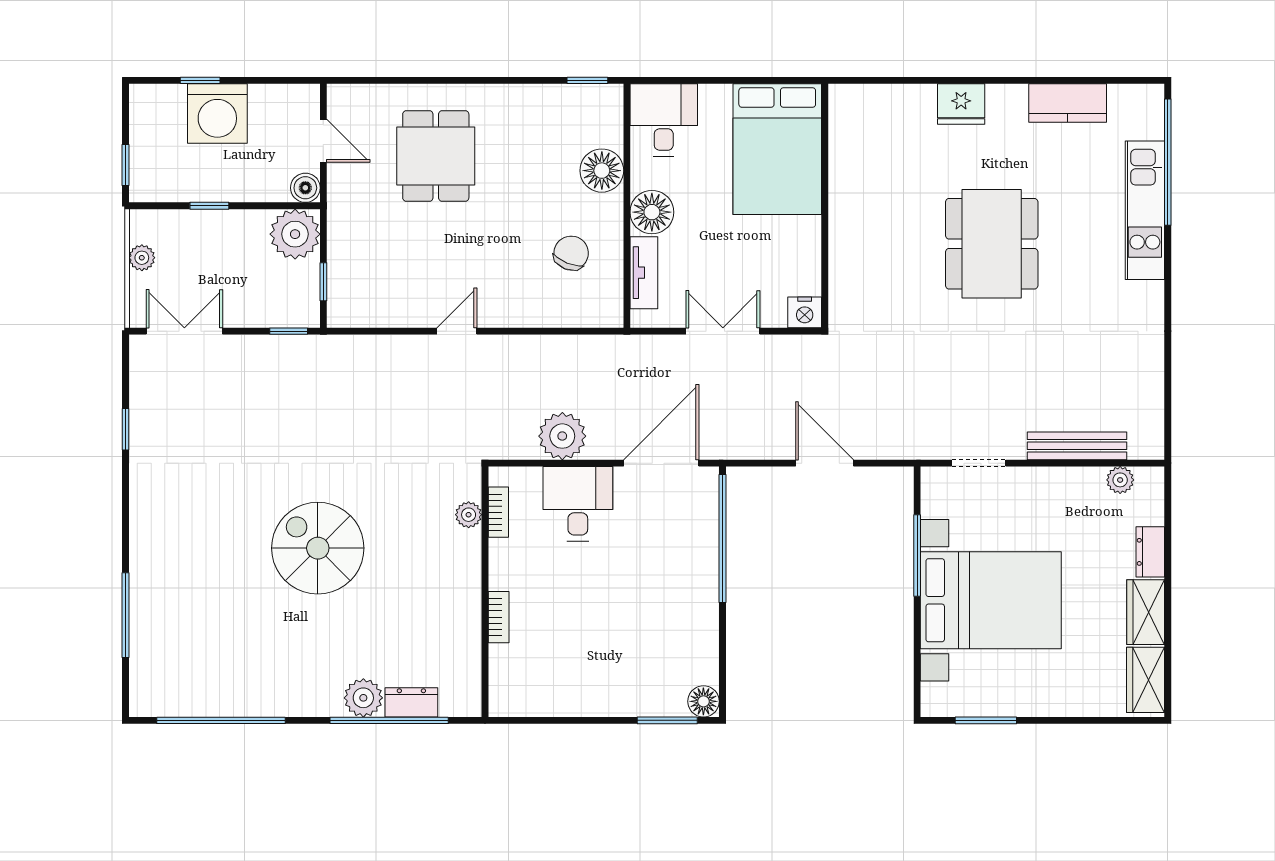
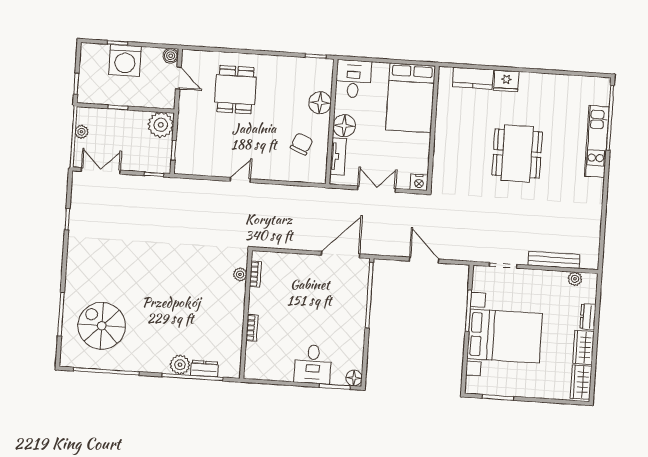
kitchen counter: (1068, 103) -> (473, 78), moved
boiler: (305, 188) -> (171, 56), moved
plant: (562, 436) -> (291, 237), removed
desk: (578, 504) -> (313, 364), moved, turned 180
spiral stairs: (318, 548) -> (102, 326), moved

